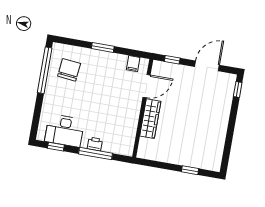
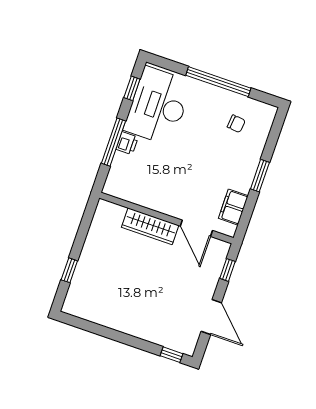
filing cabinet: (133, 64) -> (233, 207), width x2.00
window: (45, 70) -> (218, 82), moved
chair: (69, 70) -> (236, 124), width x0.54, depth x0.54
desk: (65, 131) -> (158, 106), width x1.36, depth x1.30

